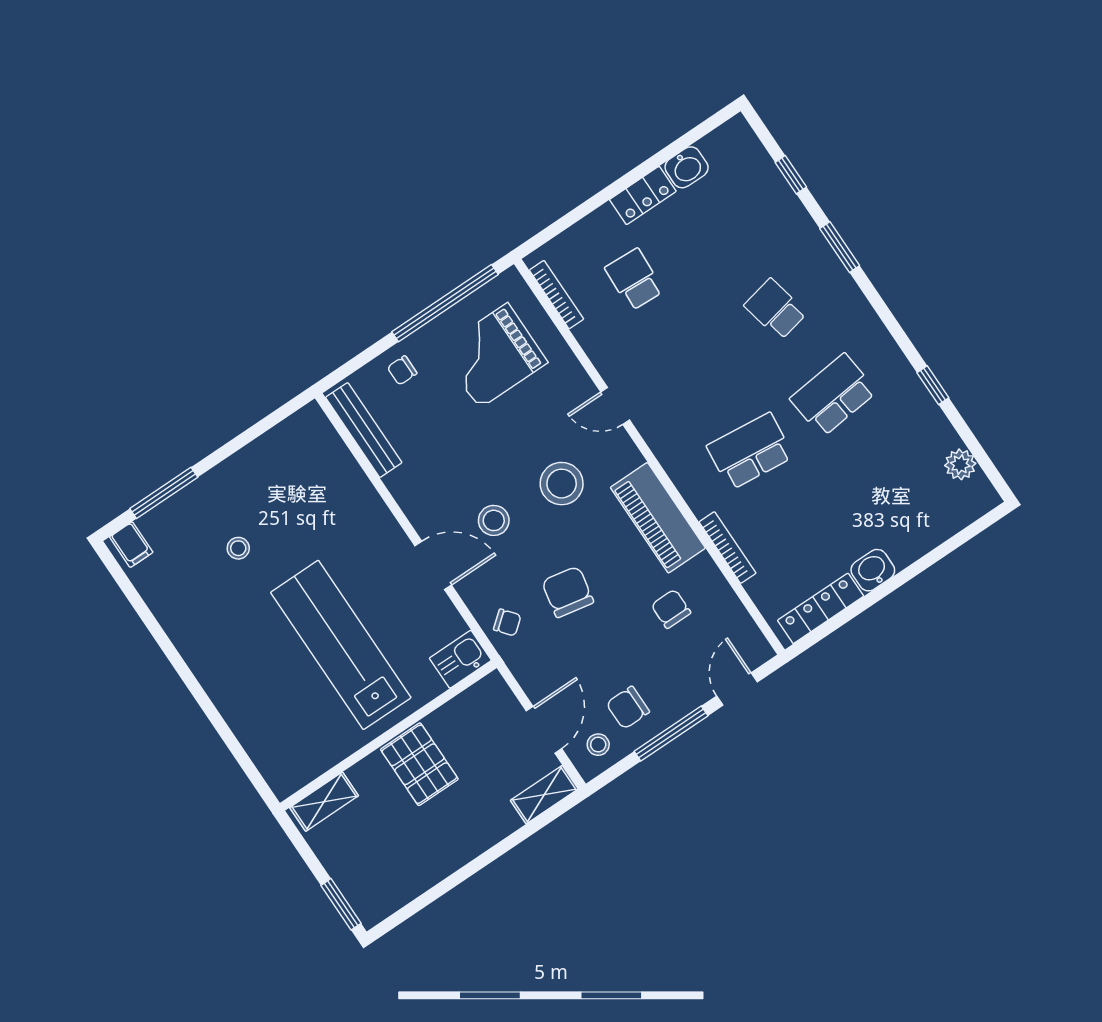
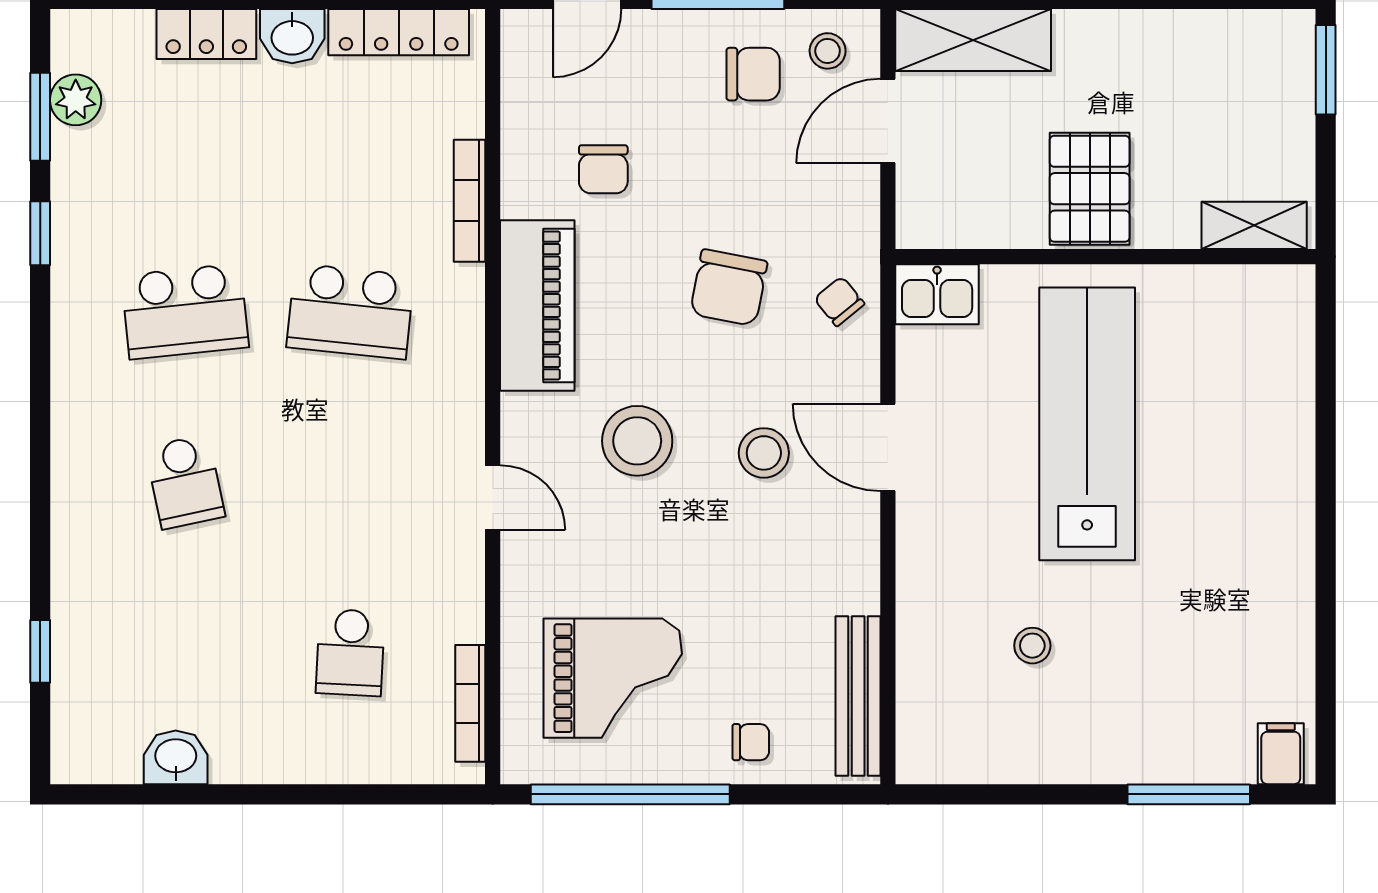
locker: (643, 195) -> (206, 34), moved, turned 180
window: (840, 247) -> (40, 117), moved
stool: (238, 548) -> (1032, 646), moved
lab bench: (341, 645) -> (1087, 424), turned 180
shelving: (544, 795) -> (973, 40), width x1.50, depth x1.33

